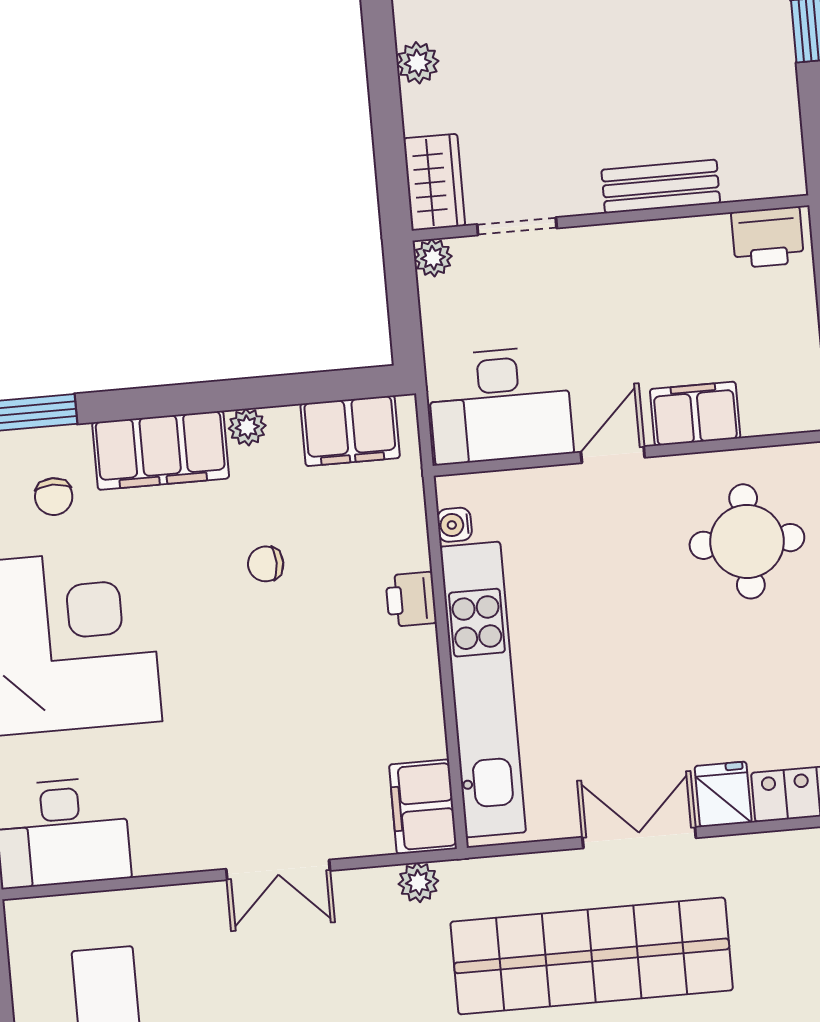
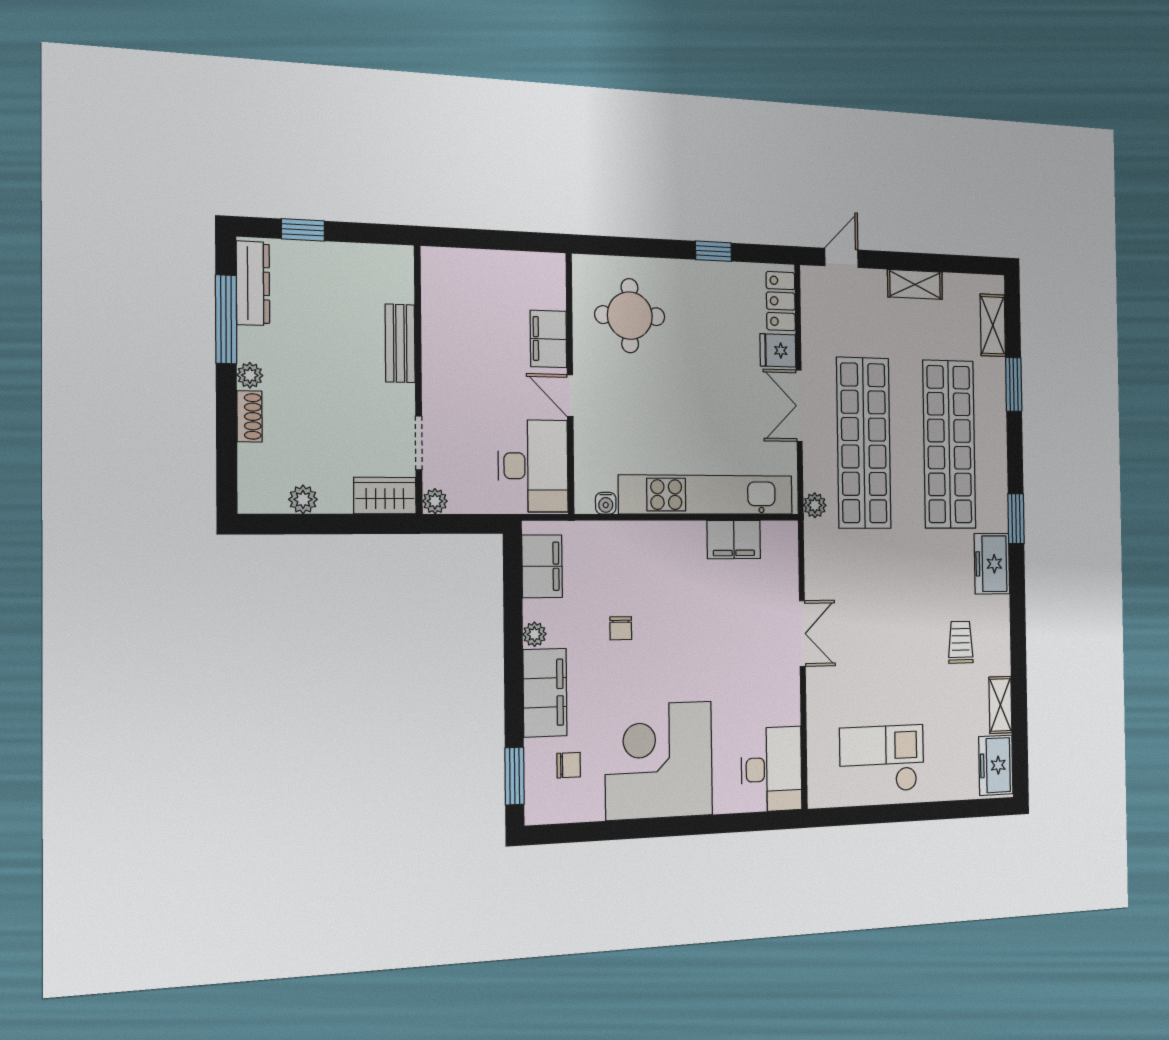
printer: (768, 237) -> (439, 276), removed
printer: (411, 599) -> (649, 536), removed
filing cabinet: (423, 807) -> (734, 540), moved
plant: (418, 882) -> (815, 505), moved

